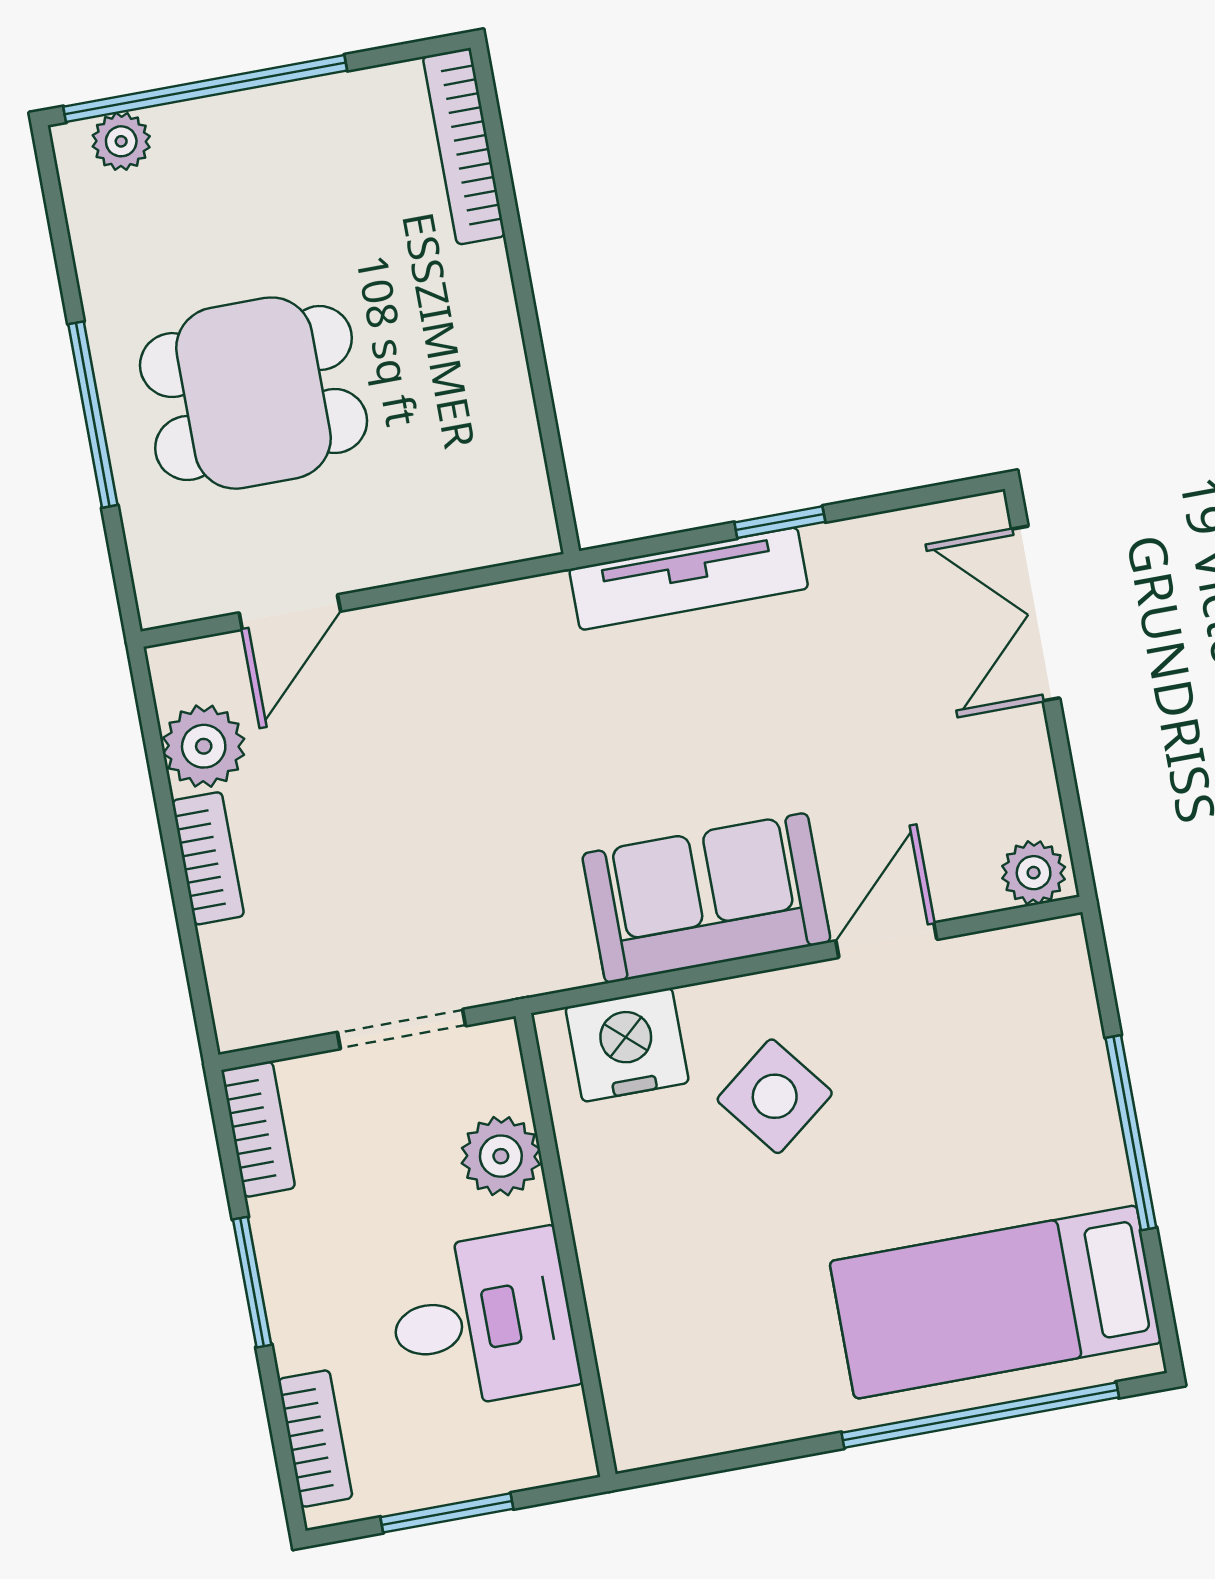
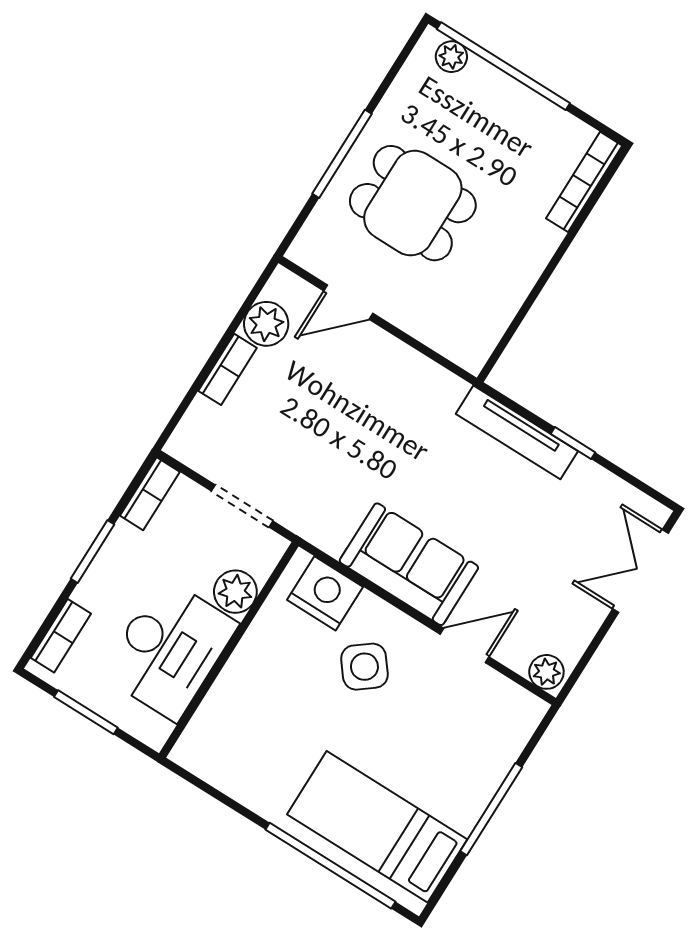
desk: (482, 1320) -> (169, 649), width x1.37

